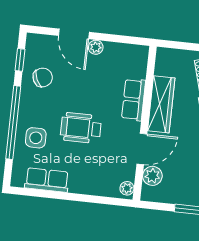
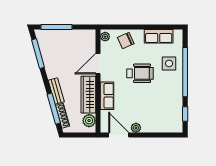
door: (74, 34) -> (119, 135), moved
chair: (43, 77) -> (126, 41), moved
plant: (152, 176) -> (89, 121), moved

